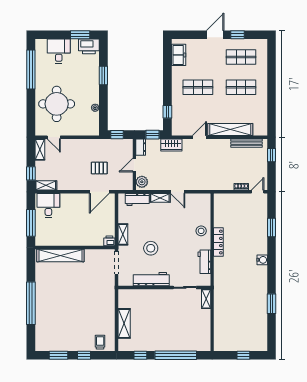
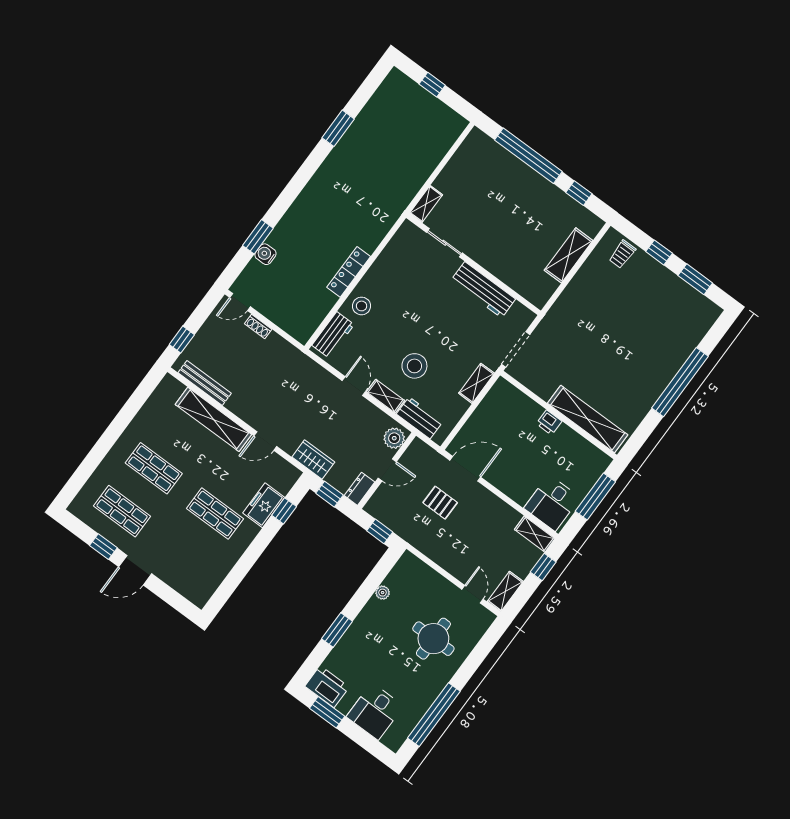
freezer: (179, 55) -> (264, 505), moved
round table: (57, 104) -> (433, 639), width x0.73, depth x0.73
printer: (109, 241) -> (549, 422), moved
stool: (151, 248) -> (414, 366), moved
water cooler: (262, 260) -> (266, 254), moved
workbench: (204, 262) -> (333, 335), moved

